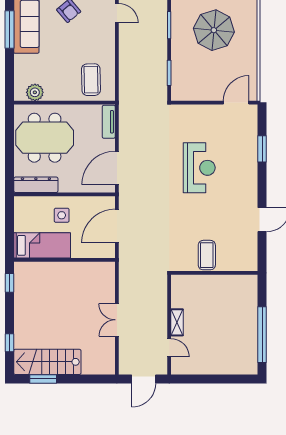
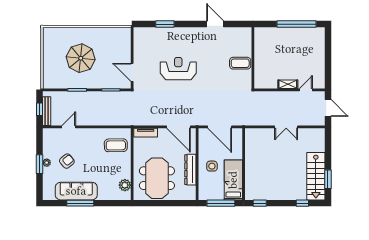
door: (236, 103) -> (132, 72), moved
dresser: (36, 185) -> (190, 170), moved
window: (9, 228) -> (221, 203), added

